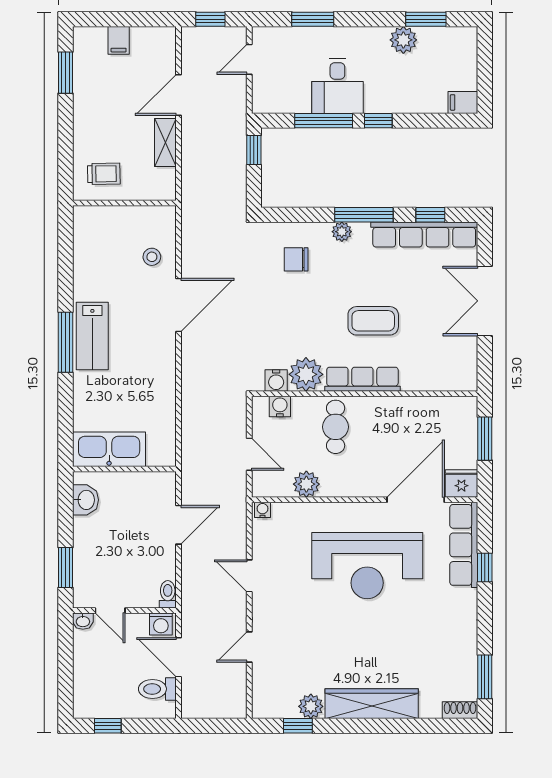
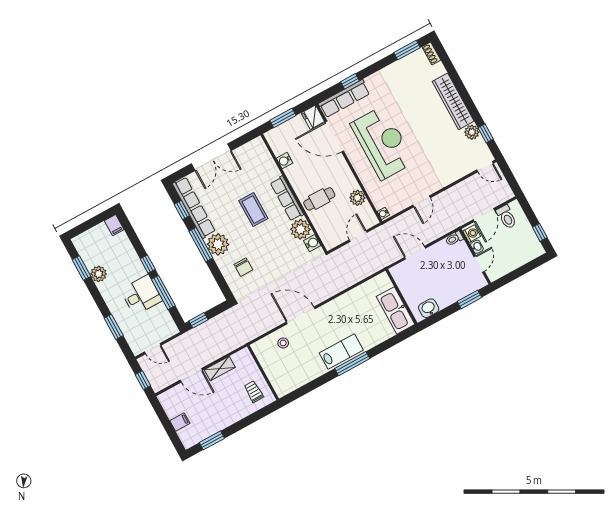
plant: (342, 232) -> (218, 244), width x1.87, depth x1.87
water cooler: (280, 407) -> (285, 161), moved
washbasin: (83, 621) -> (477, 247), moved
door: (249, 647) -> (485, 167), moved

